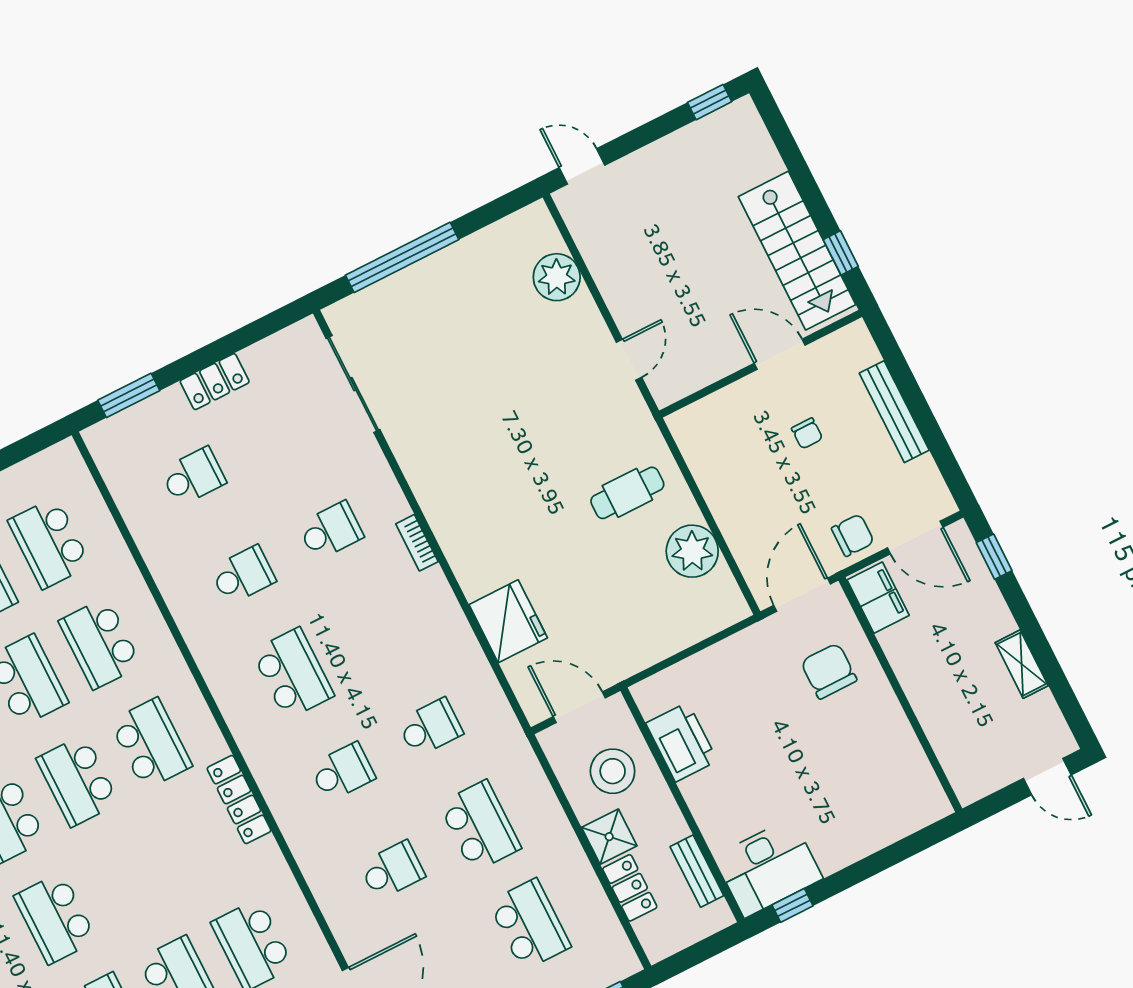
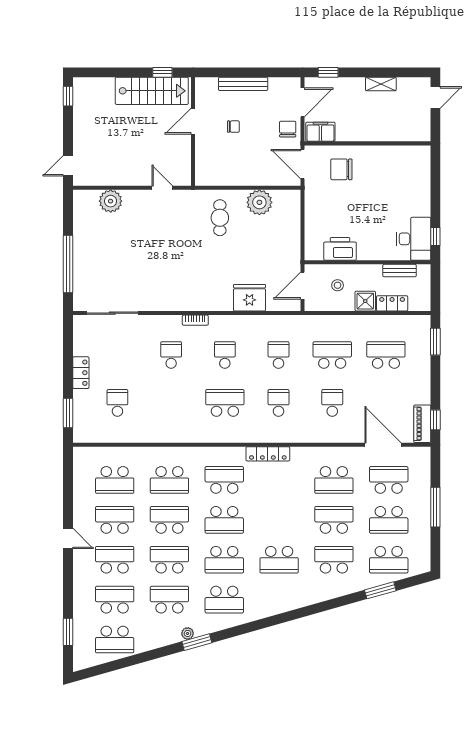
school desk: (243, 575) -> (225, 355), moved
stool: (613, 771) -> (338, 285), width x0.53, depth x0.53

